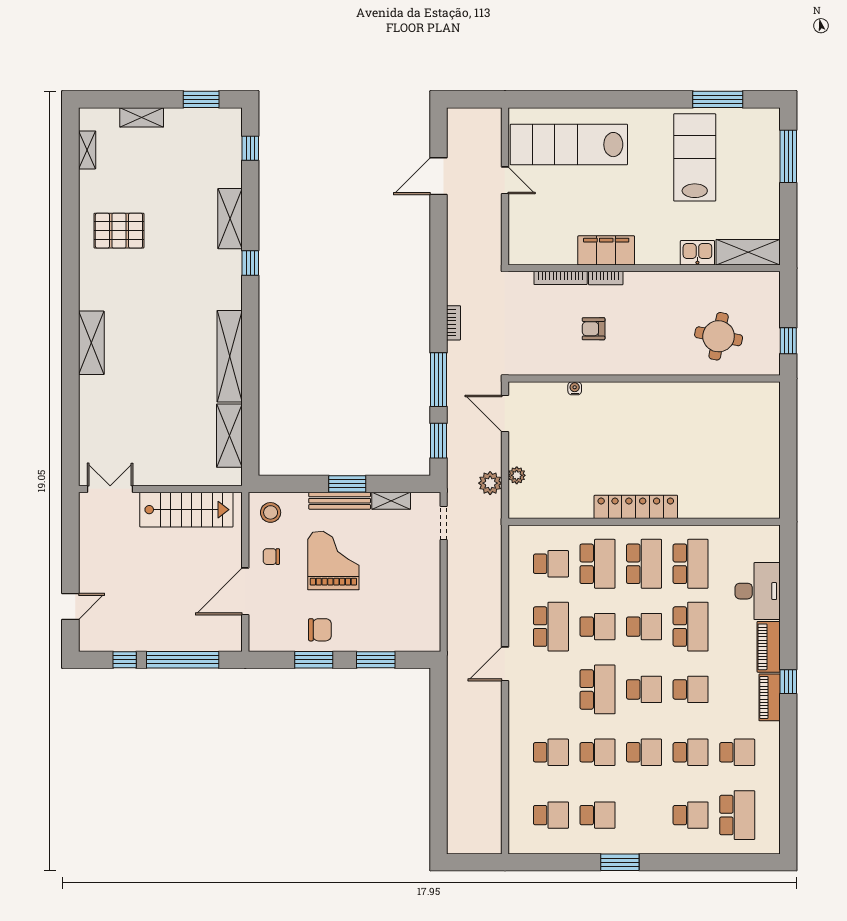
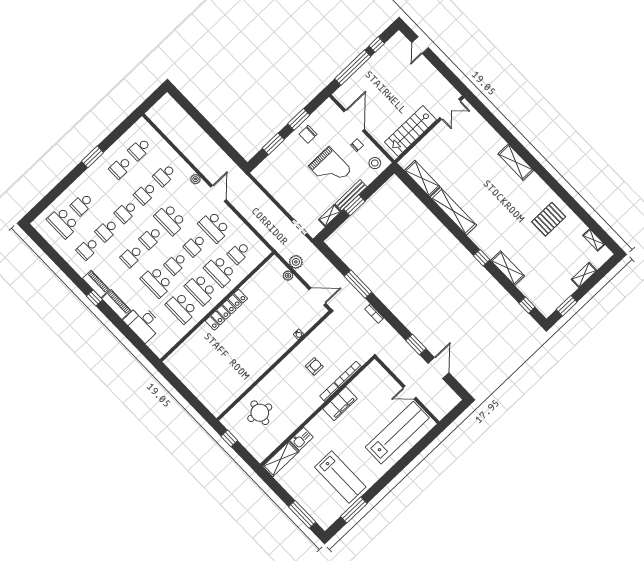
window: (438, 441) -> (416, 345), moved
plant: (517, 709) -> (195, 179), added

